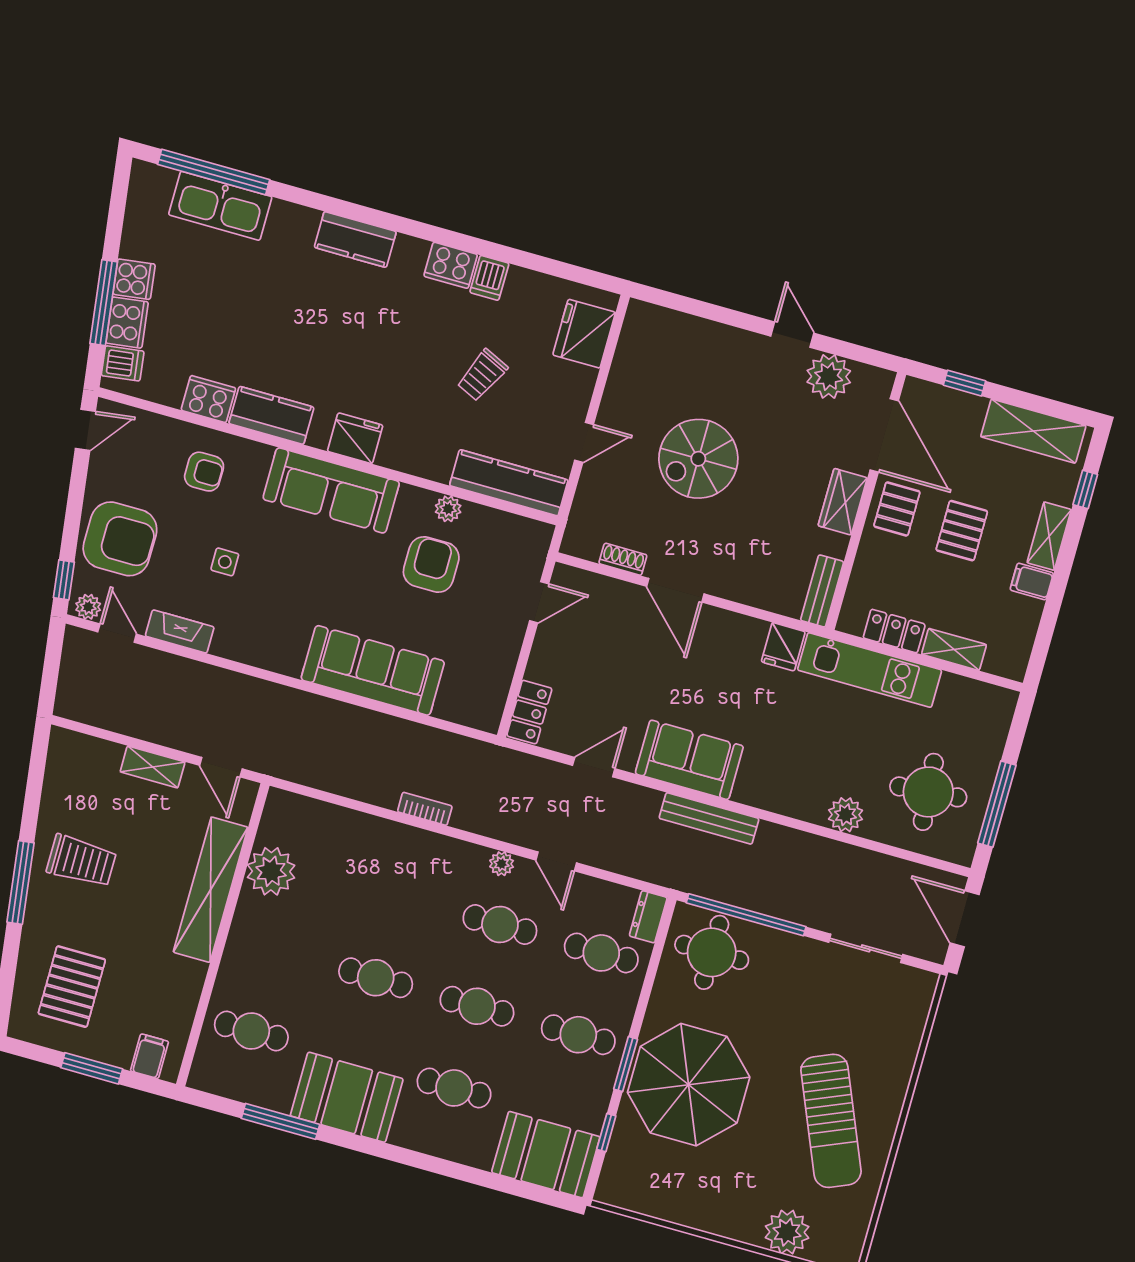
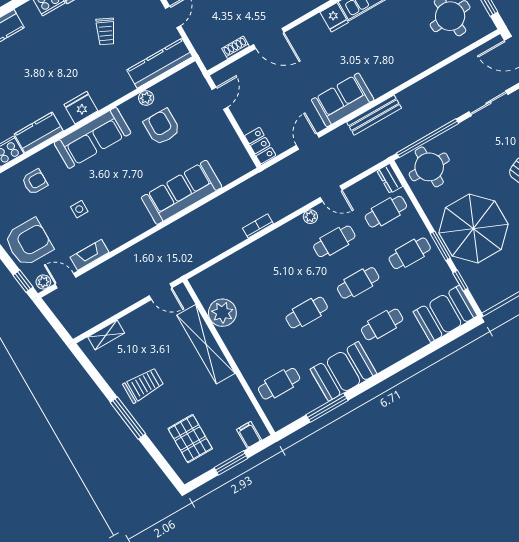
shelving: (153, 767) -> (106, 335), moved
plant: (846, 815) -> (427, 59), removed

